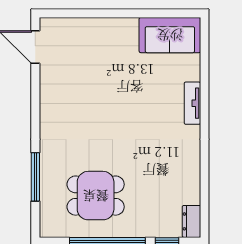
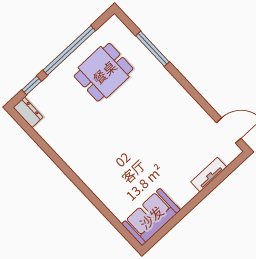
tv unit: (192, 103) -> (209, 175), moved, turned -90

